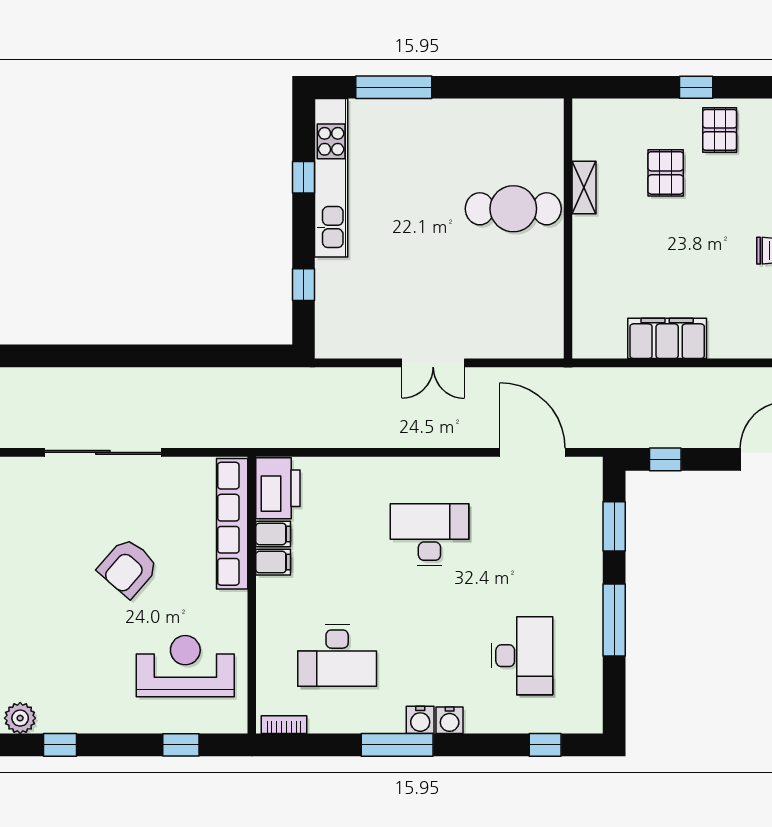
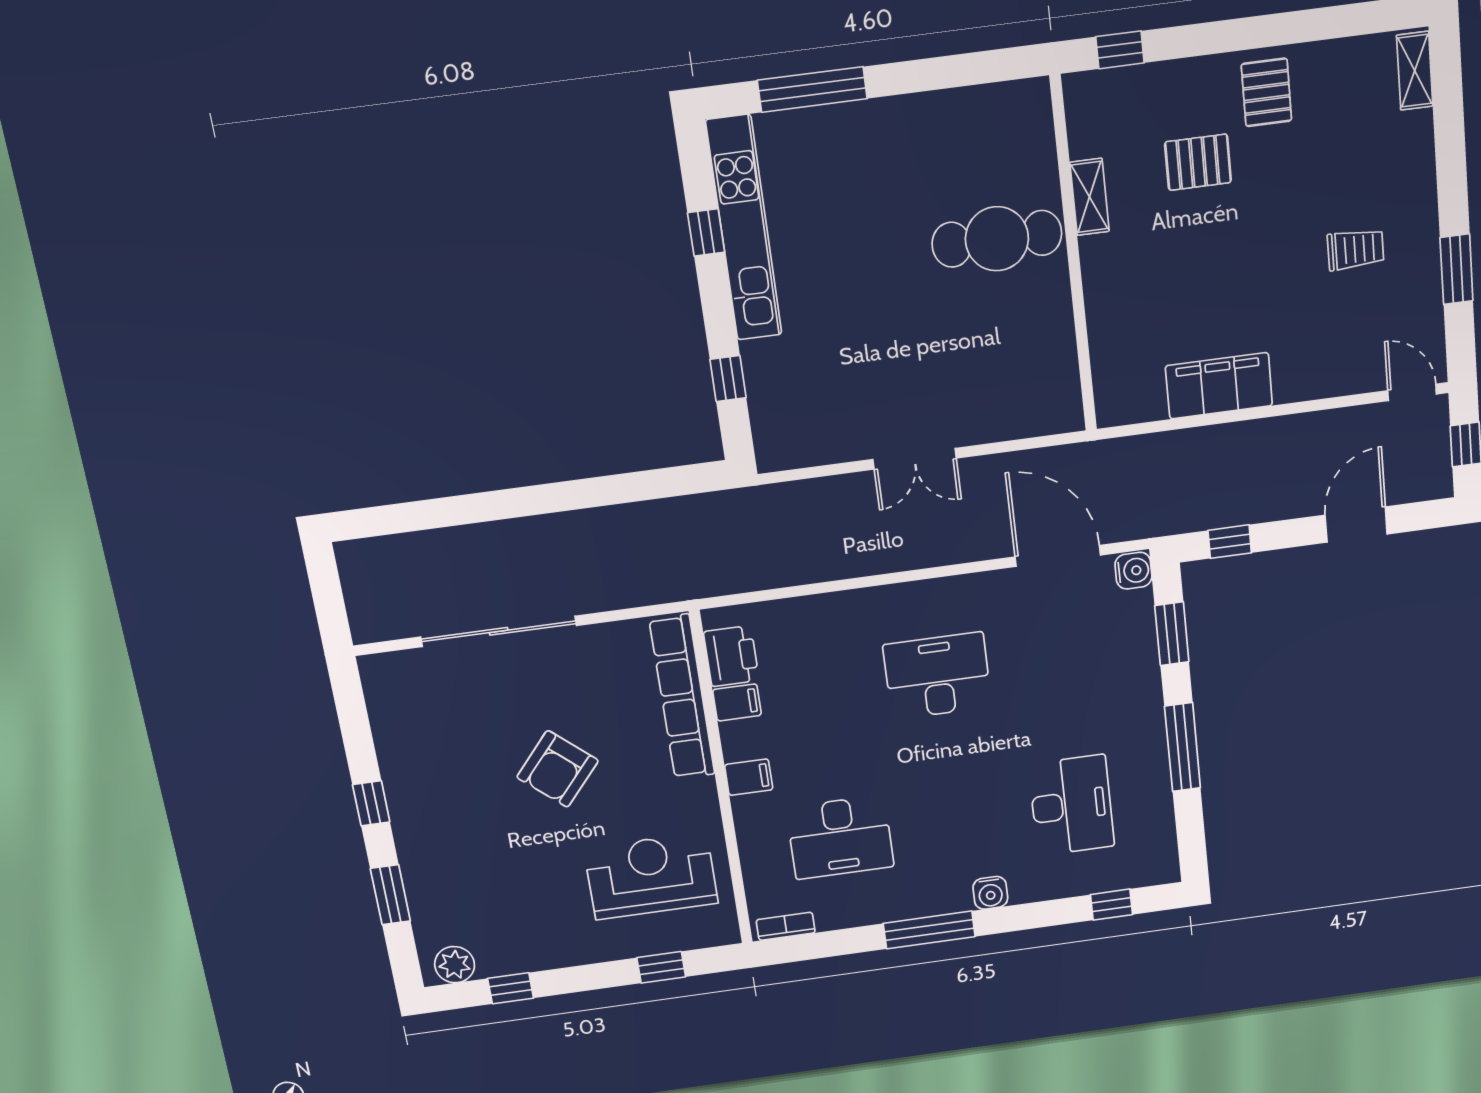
window: (696, 87) -> (1120, 50), moved
pallet: (666, 173) -> (1198, 162), turned 90
printer: (278, 488) -> (731, 656), width x0.73, depth x0.84
filing cabinet: (273, 562) -> (749, 777), moved
water cooler: (420, 720) -> (1133, 571), moved, turned -90

